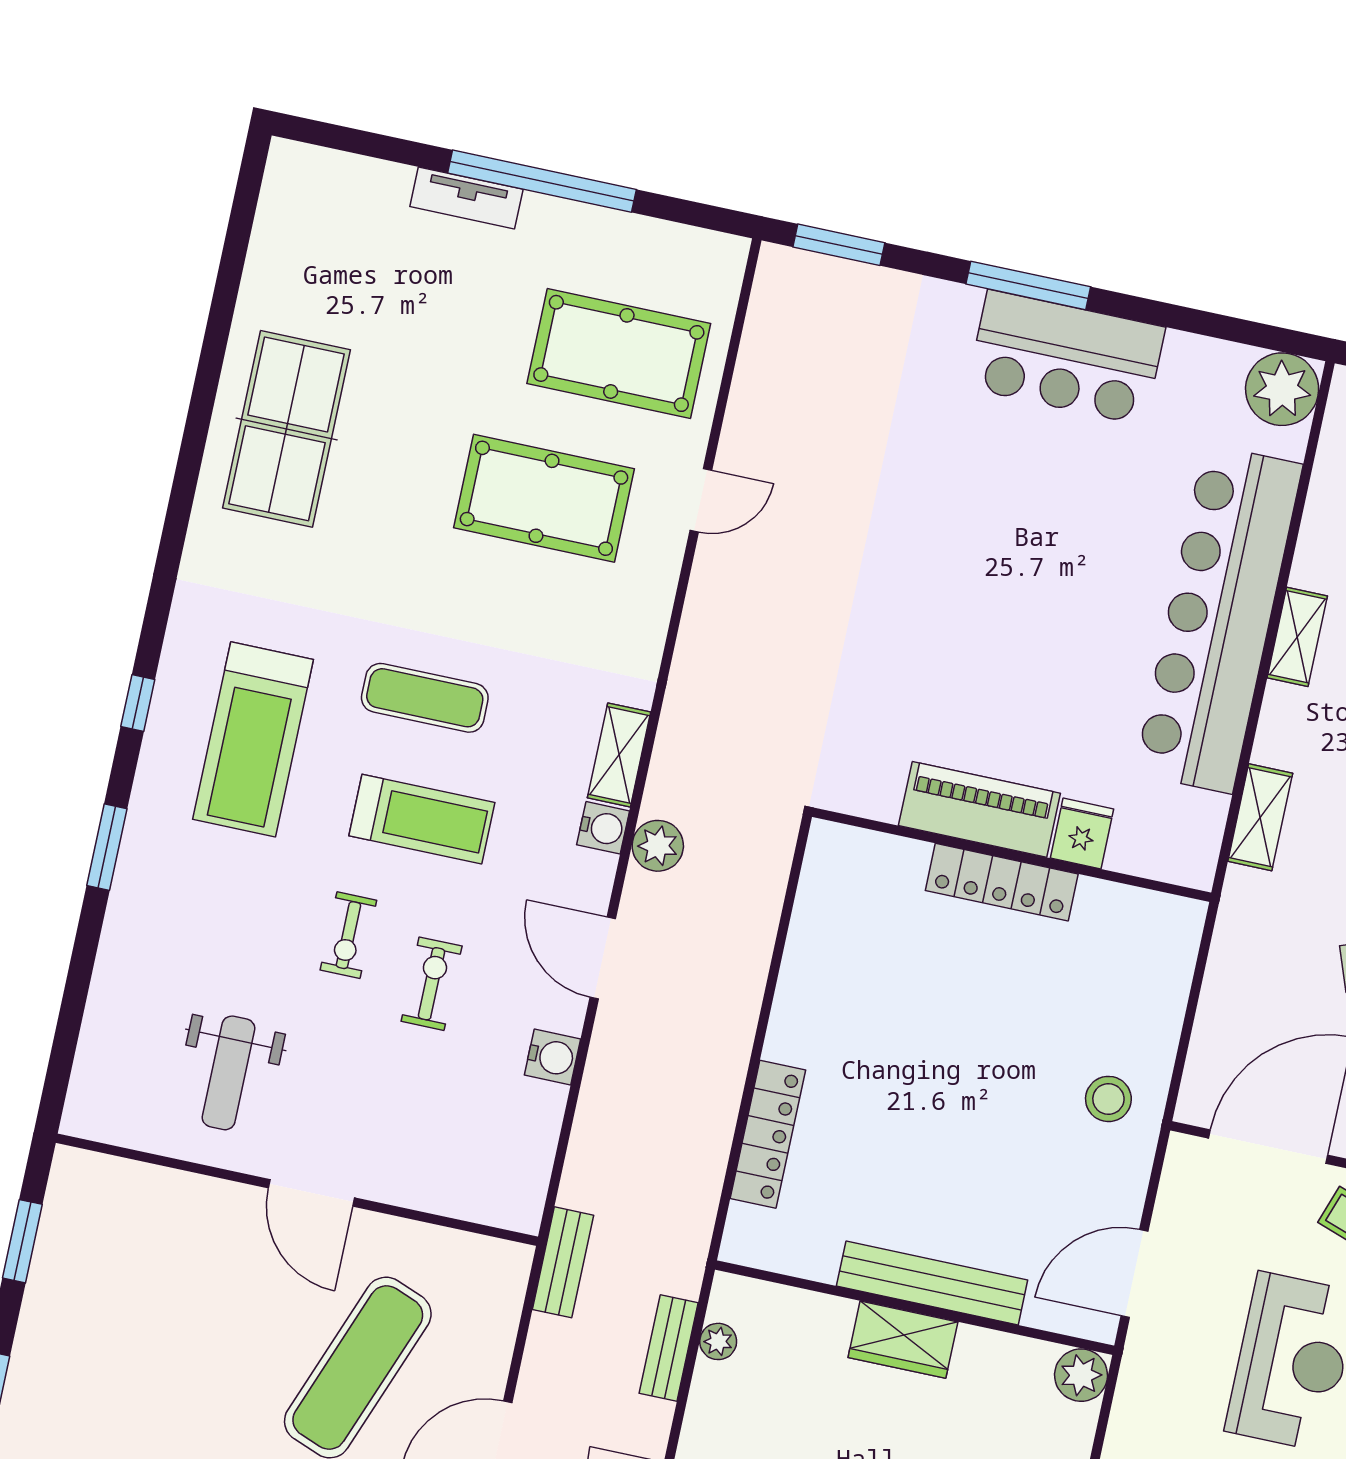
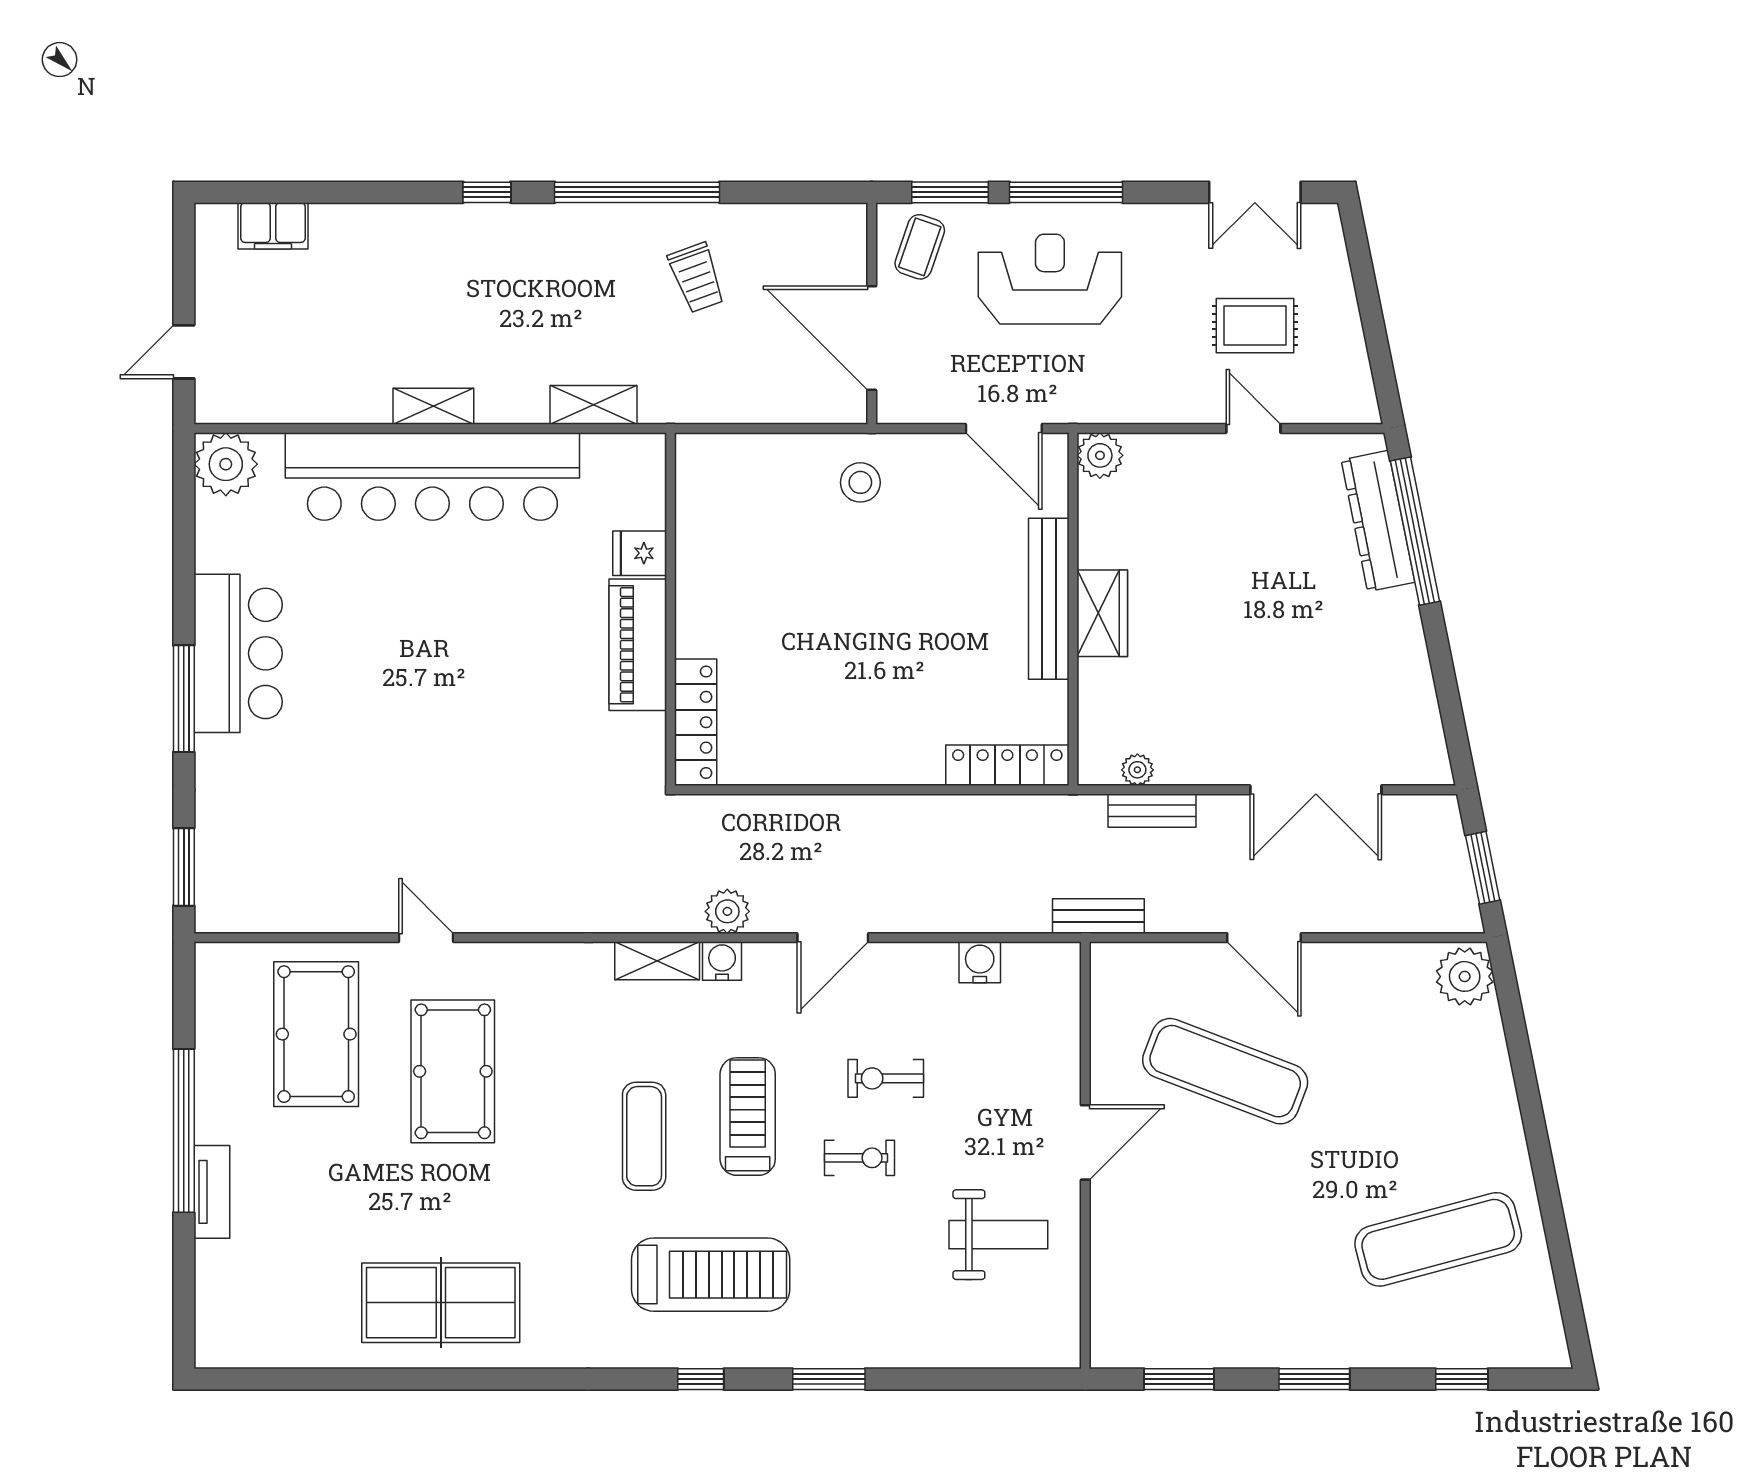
locker: (1002, 882) -> (696, 722), moved
water cooler: (552, 1057) -> (980, 962), moved
locker: (768, 1134) -> (1007, 765), moved

